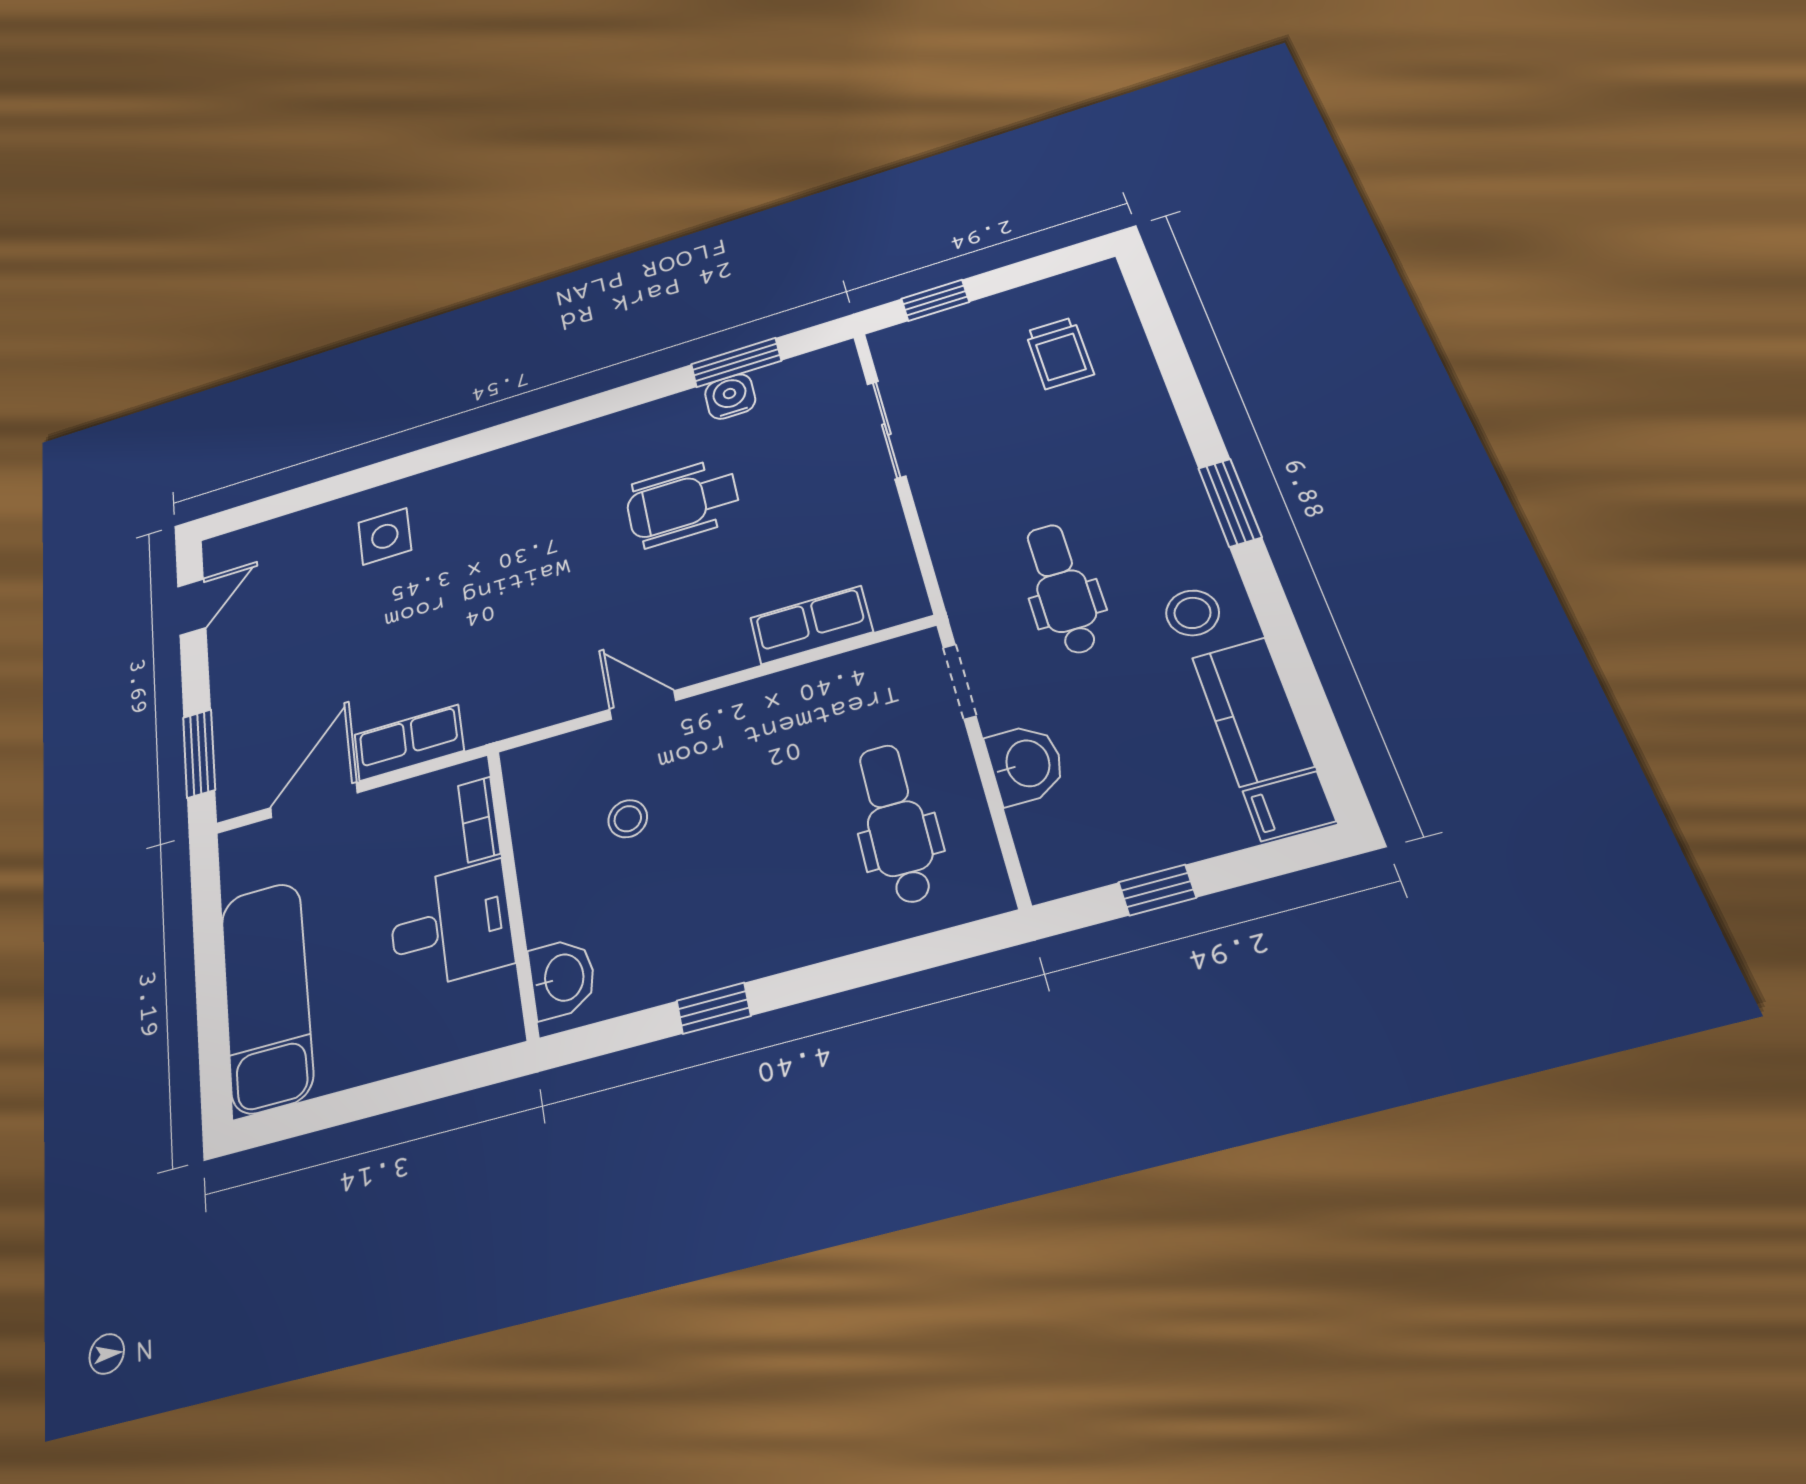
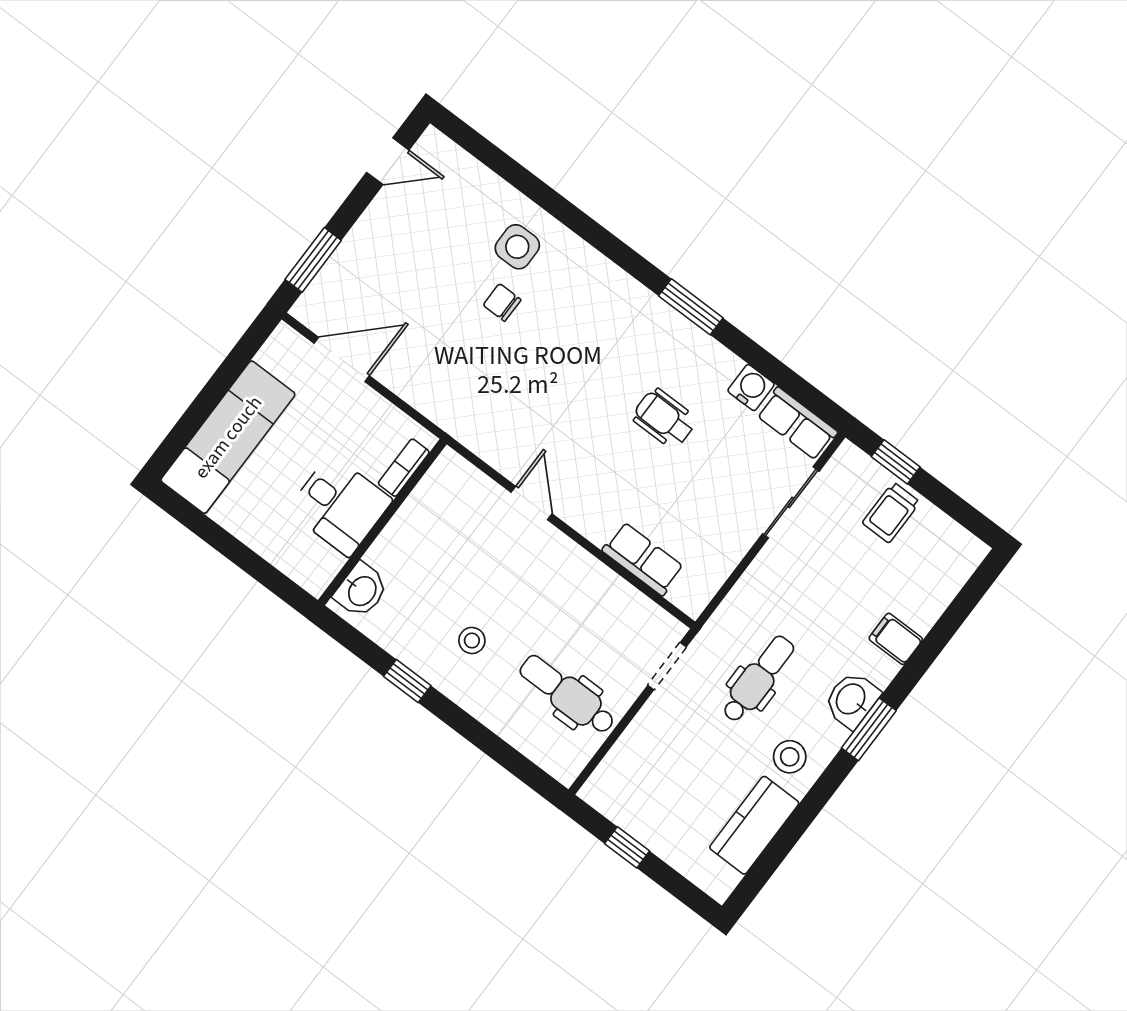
trolley: (1059, 353) -> (891, 512), moved
window: (736, 362) -> (691, 307), moved
wheelchair: (682, 503) -> (664, 419), width x0.73, depth x0.73
chair: (420, 589) -> (502, 302), added
row of seats: (409, 743) -> (797, 424), moved, turned 180
washbasin: (1026, 764) -> (852, 700), moved, turned 180
filing cabinet: (1289, 806) -> (896, 639), moved
stool: (628, 819) -> (472, 640), moved
dental chair: (896, 823) -> (567, 695), turned -90

